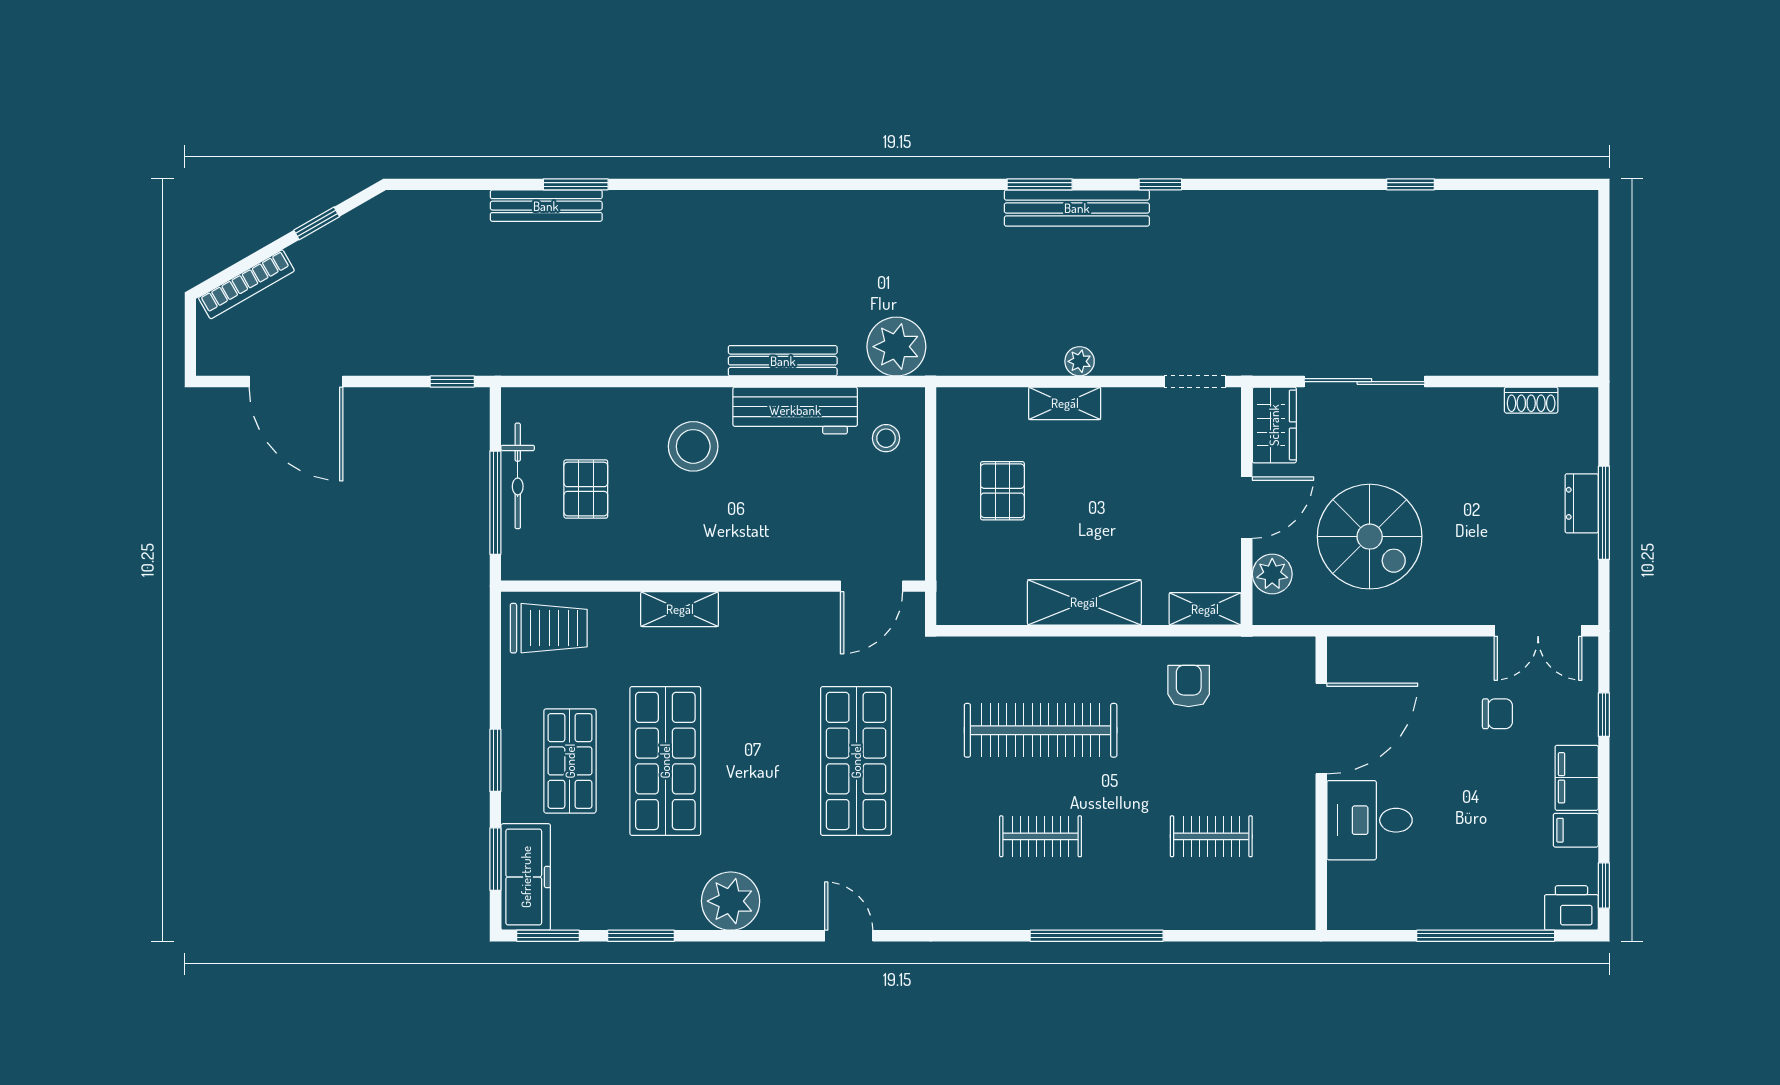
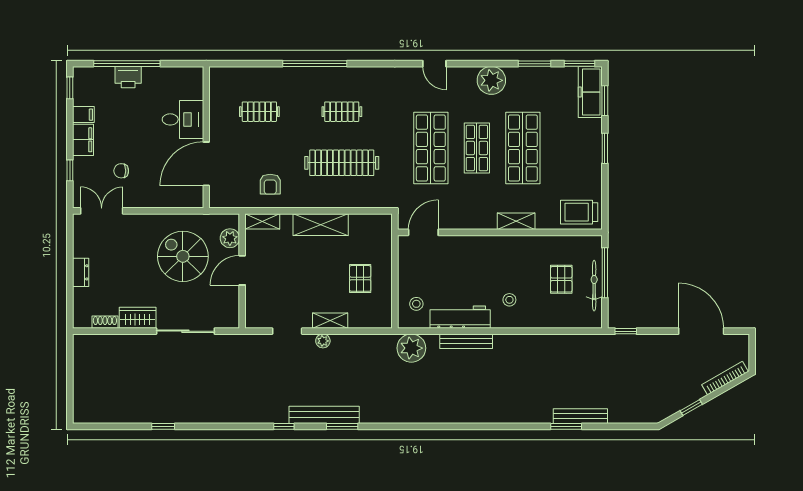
doorway: (1195, 382) -> (287, 331), moved
wardrobe: (1274, 425) -> (138, 318), moved, turned 90
stool: (693, 446) -> (509, 300), width x0.53, depth x0.53
window: (1604, 513) -> (70, 268), removed
shop shelf: (570, 761) -> (477, 148), moved
printer: (1571, 908) -> (128, 77), moved

